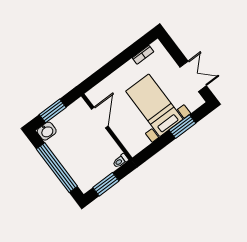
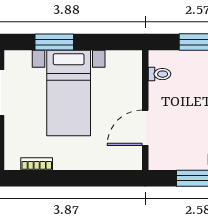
toilet: (120, 161) -> (159, 74), moved

